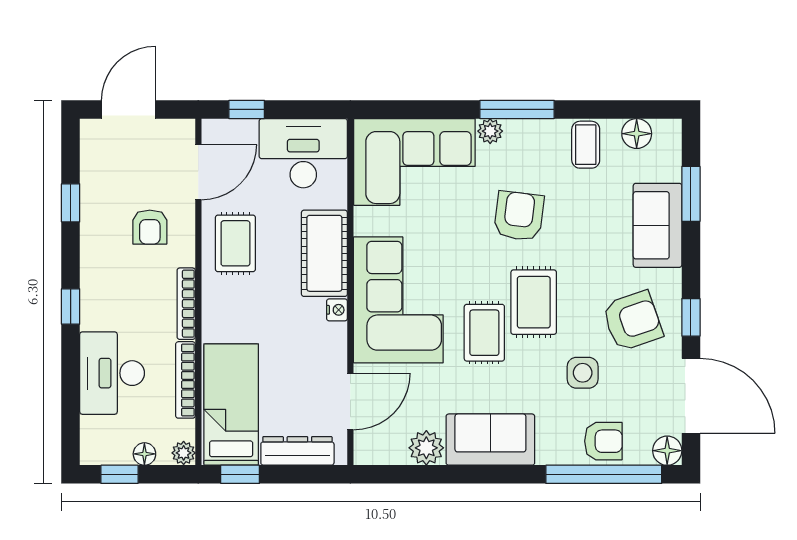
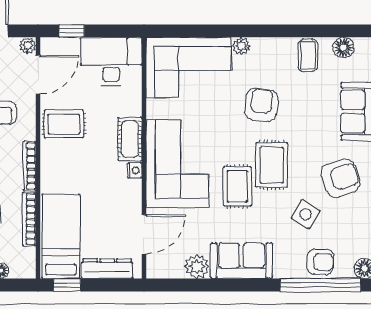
window: (517, 109) -> (260, 31), removed
rug: (235, 243) -> (64, 124), turned 90
cot: (324, 253) -> (130, 139), width x0.73, depth x0.75
side table: (583, 373) -> (306, 214), turned 31
plant: (184, 453) -> (28, 45), moved

